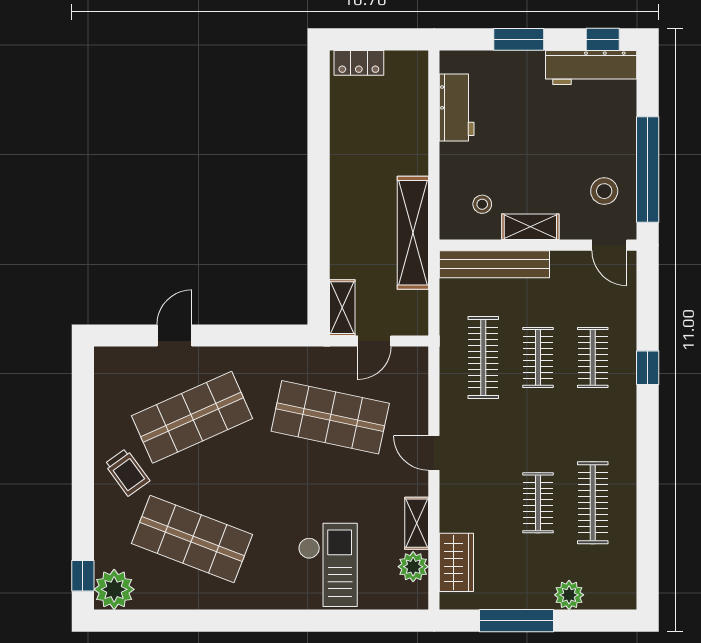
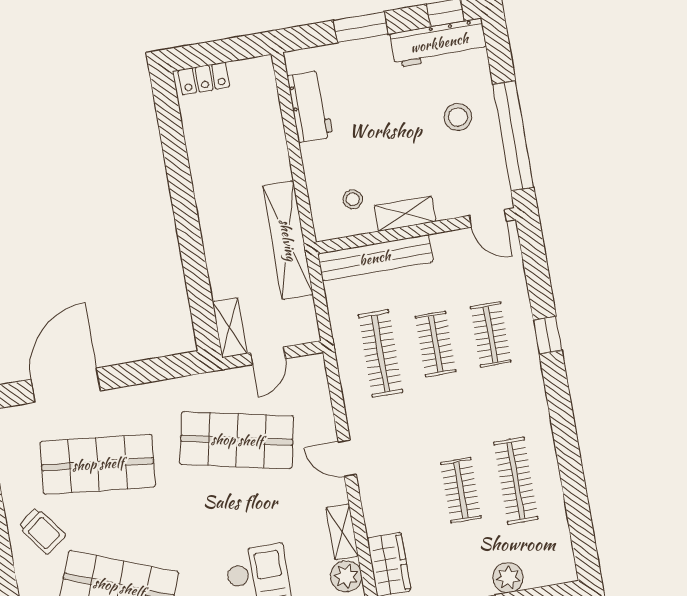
stool: (604, 191) -> (458, 117), moved
door: (174, 336) -> (66, 385), width x1.88
shop shelf: (192, 417) -> (98, 464), turned 30

